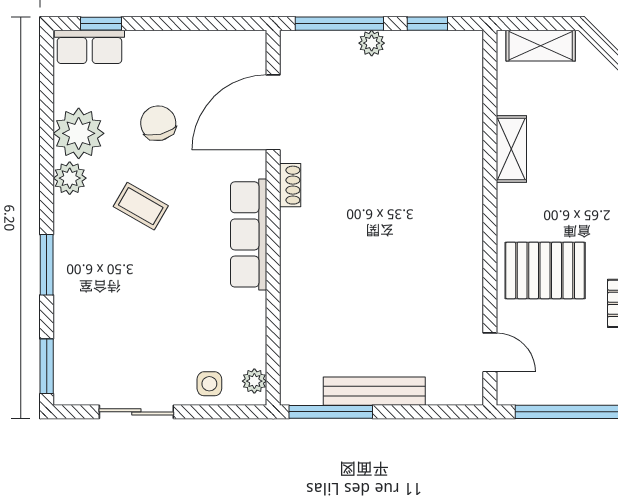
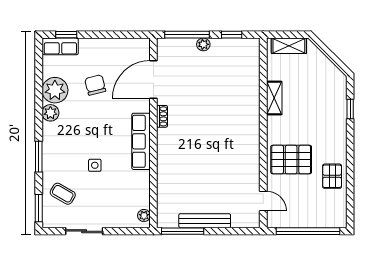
coffee table: (141, 206) -> (63, 194), moved
side table: (209, 384) -> (95, 165), moved

